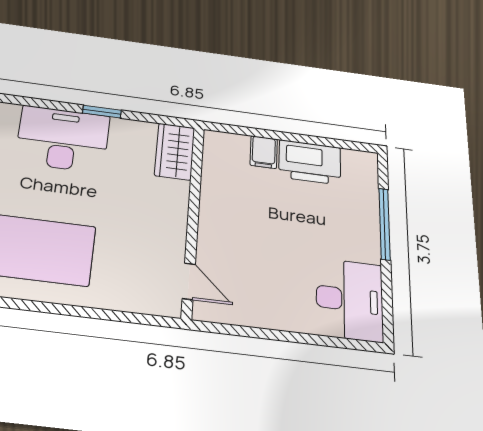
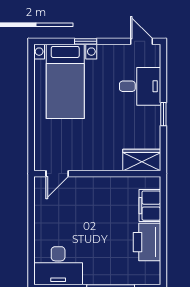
desk: (63, 139) -> (140, 86), width x0.73
filing cabinet: (264, 152) -> (150, 206), width x2.00

